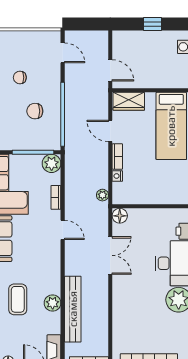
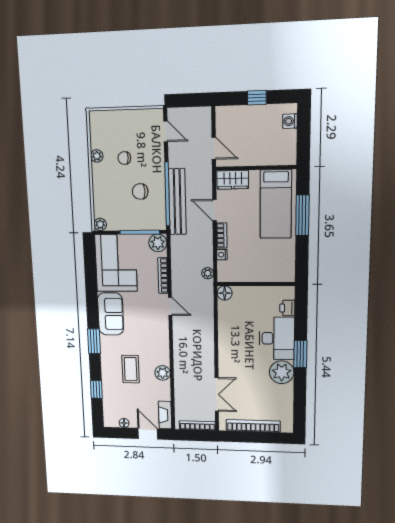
bookcase: (56, 197) -> (163, 276), width x1.56
double door: (110, 255) -> (217, 394), moved
bench: (73, 309) -> (177, 202), moved

